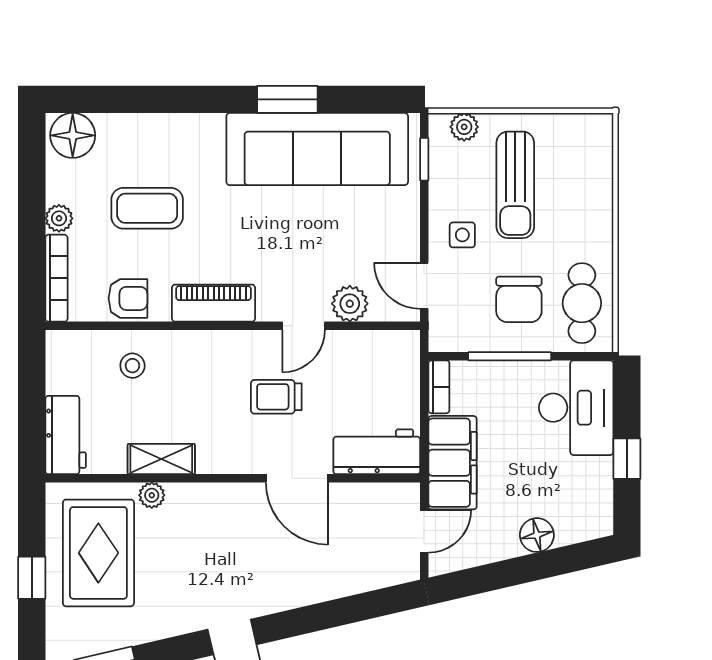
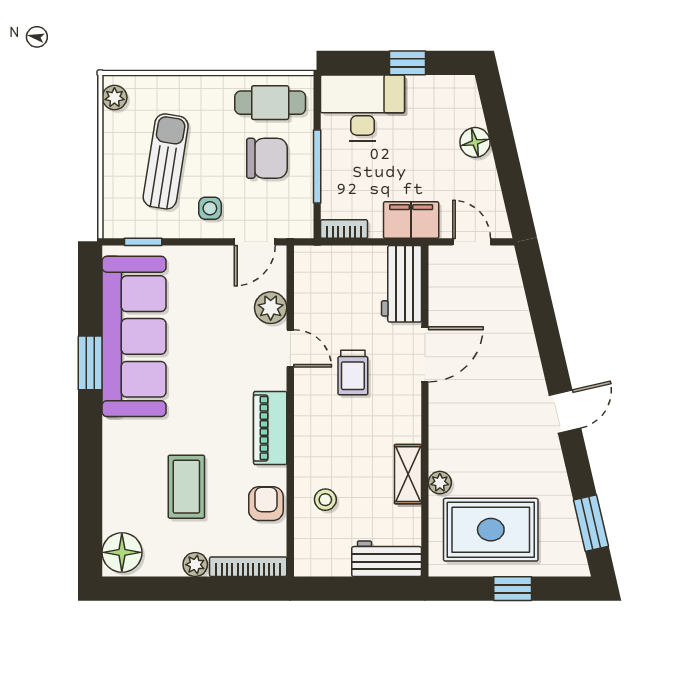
plant: (464, 127) -> (114, 97), moved
sun lounger: (515, 185) -> (166, 161), turned -81
filing cabinet: (453, 463) -> (411, 220), width x0.67, depth x0.86

